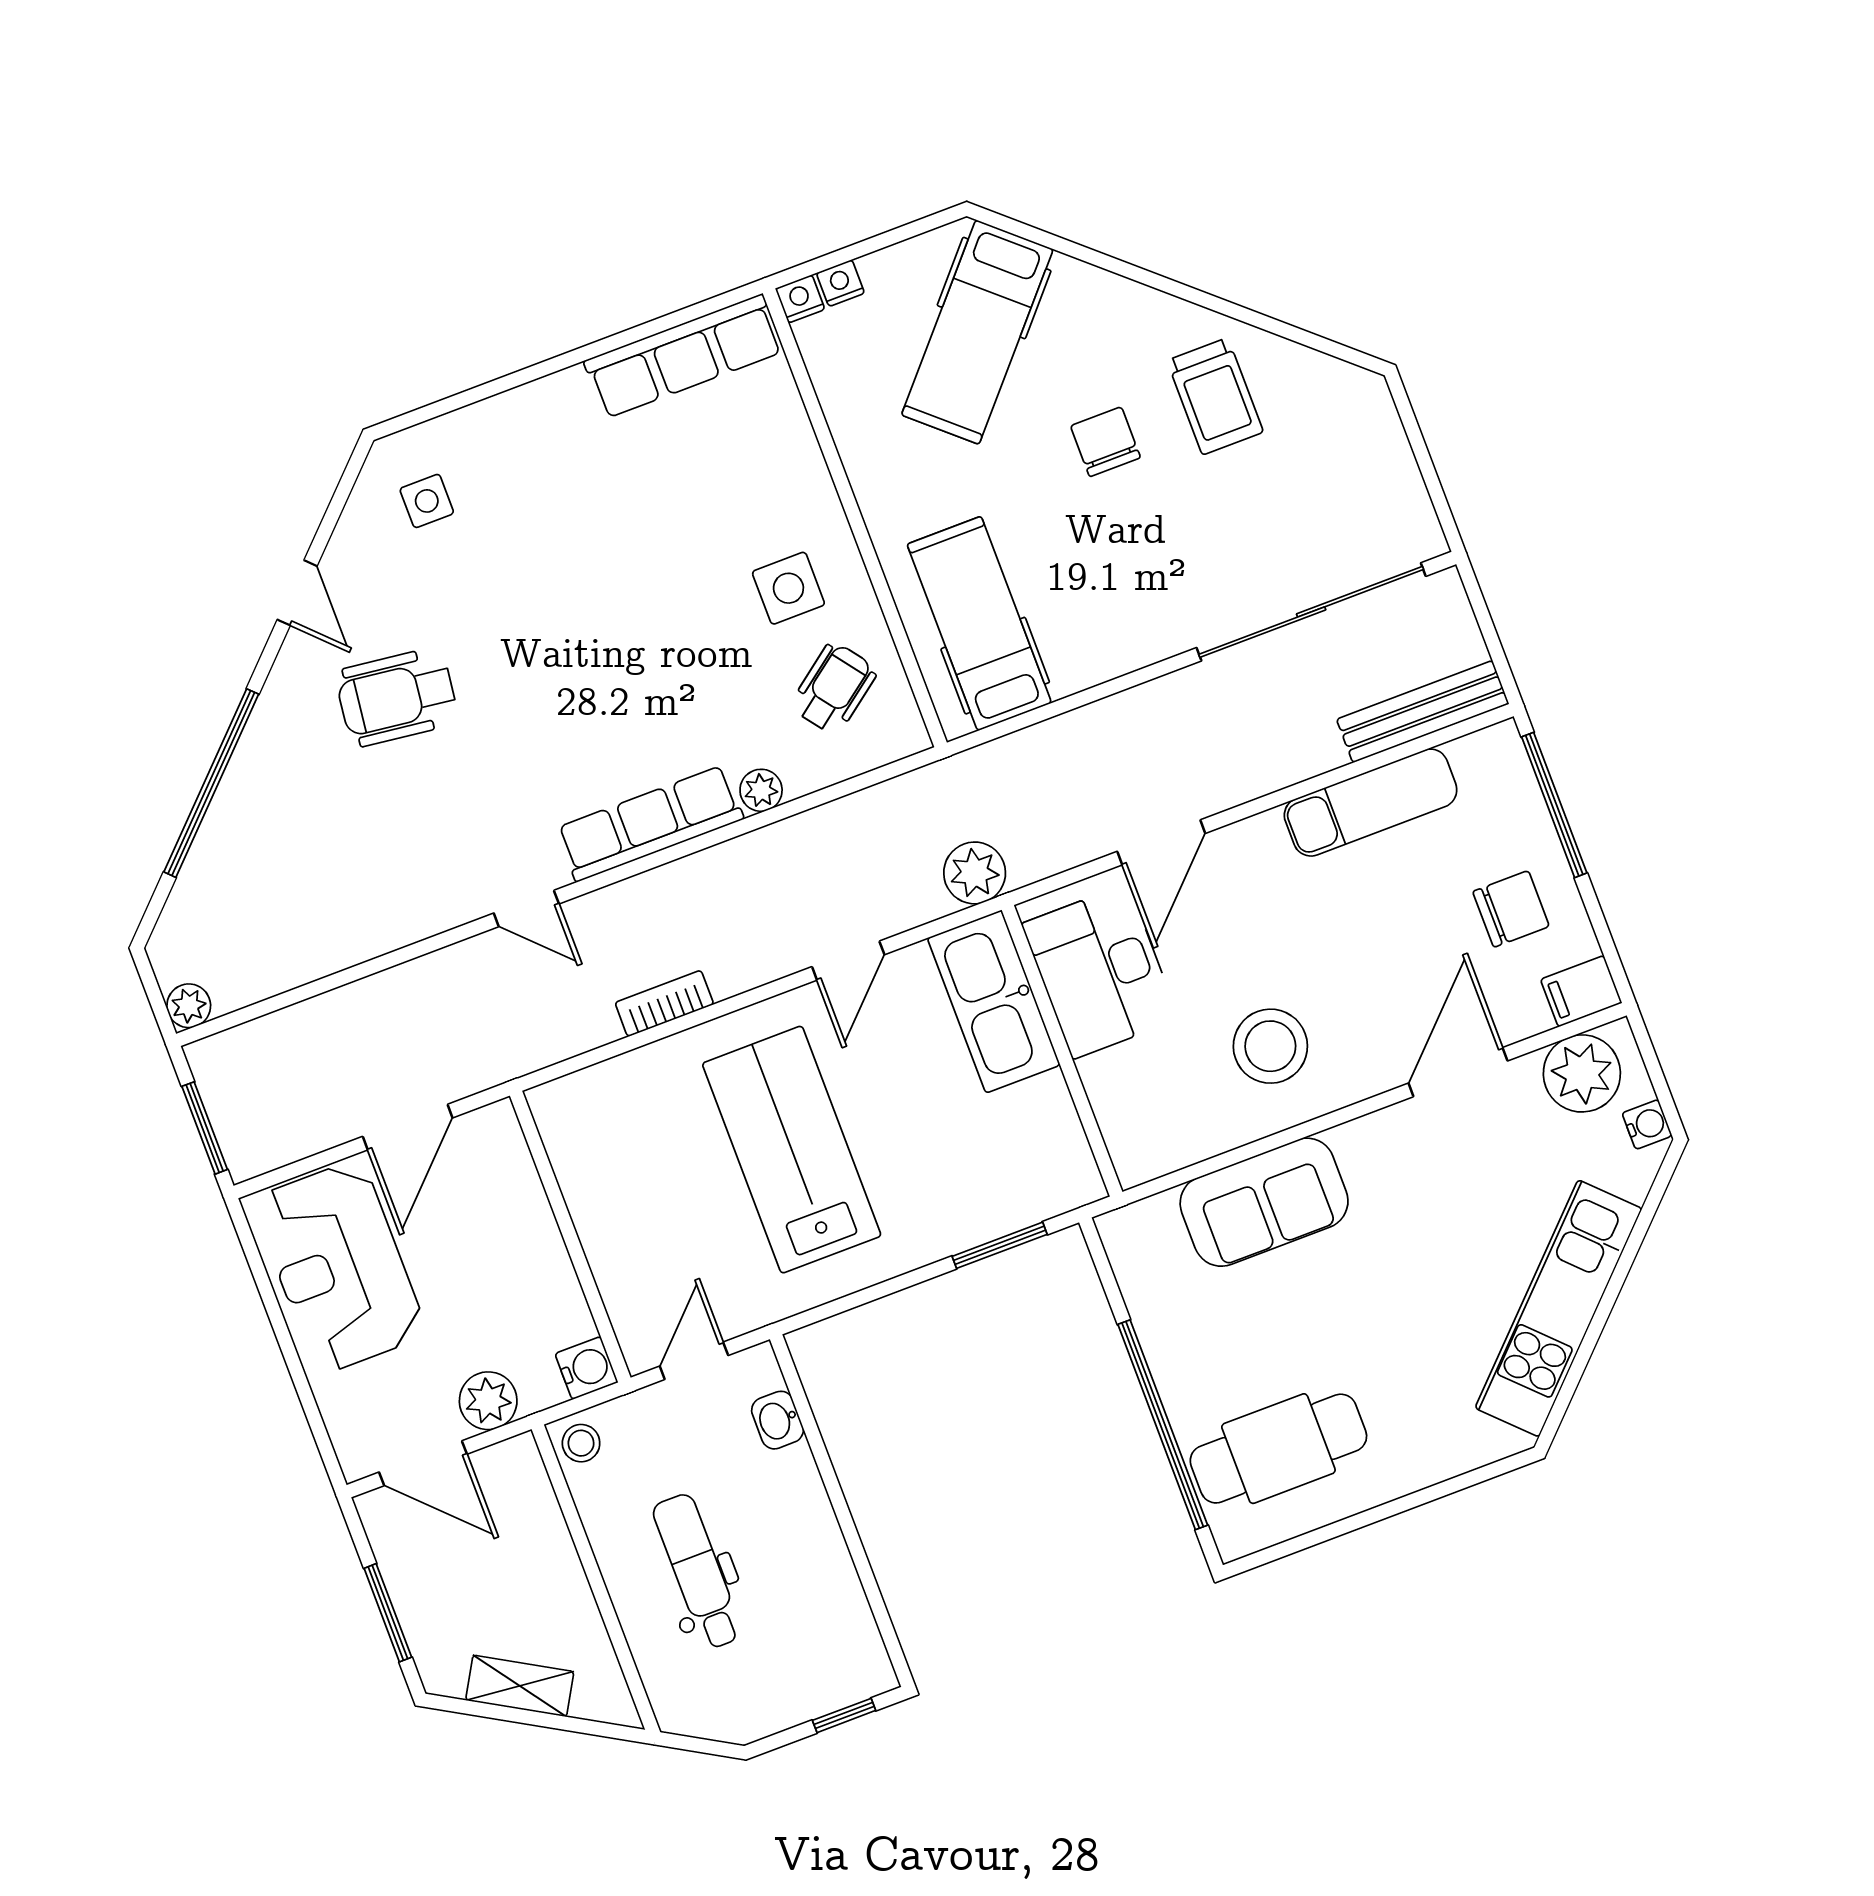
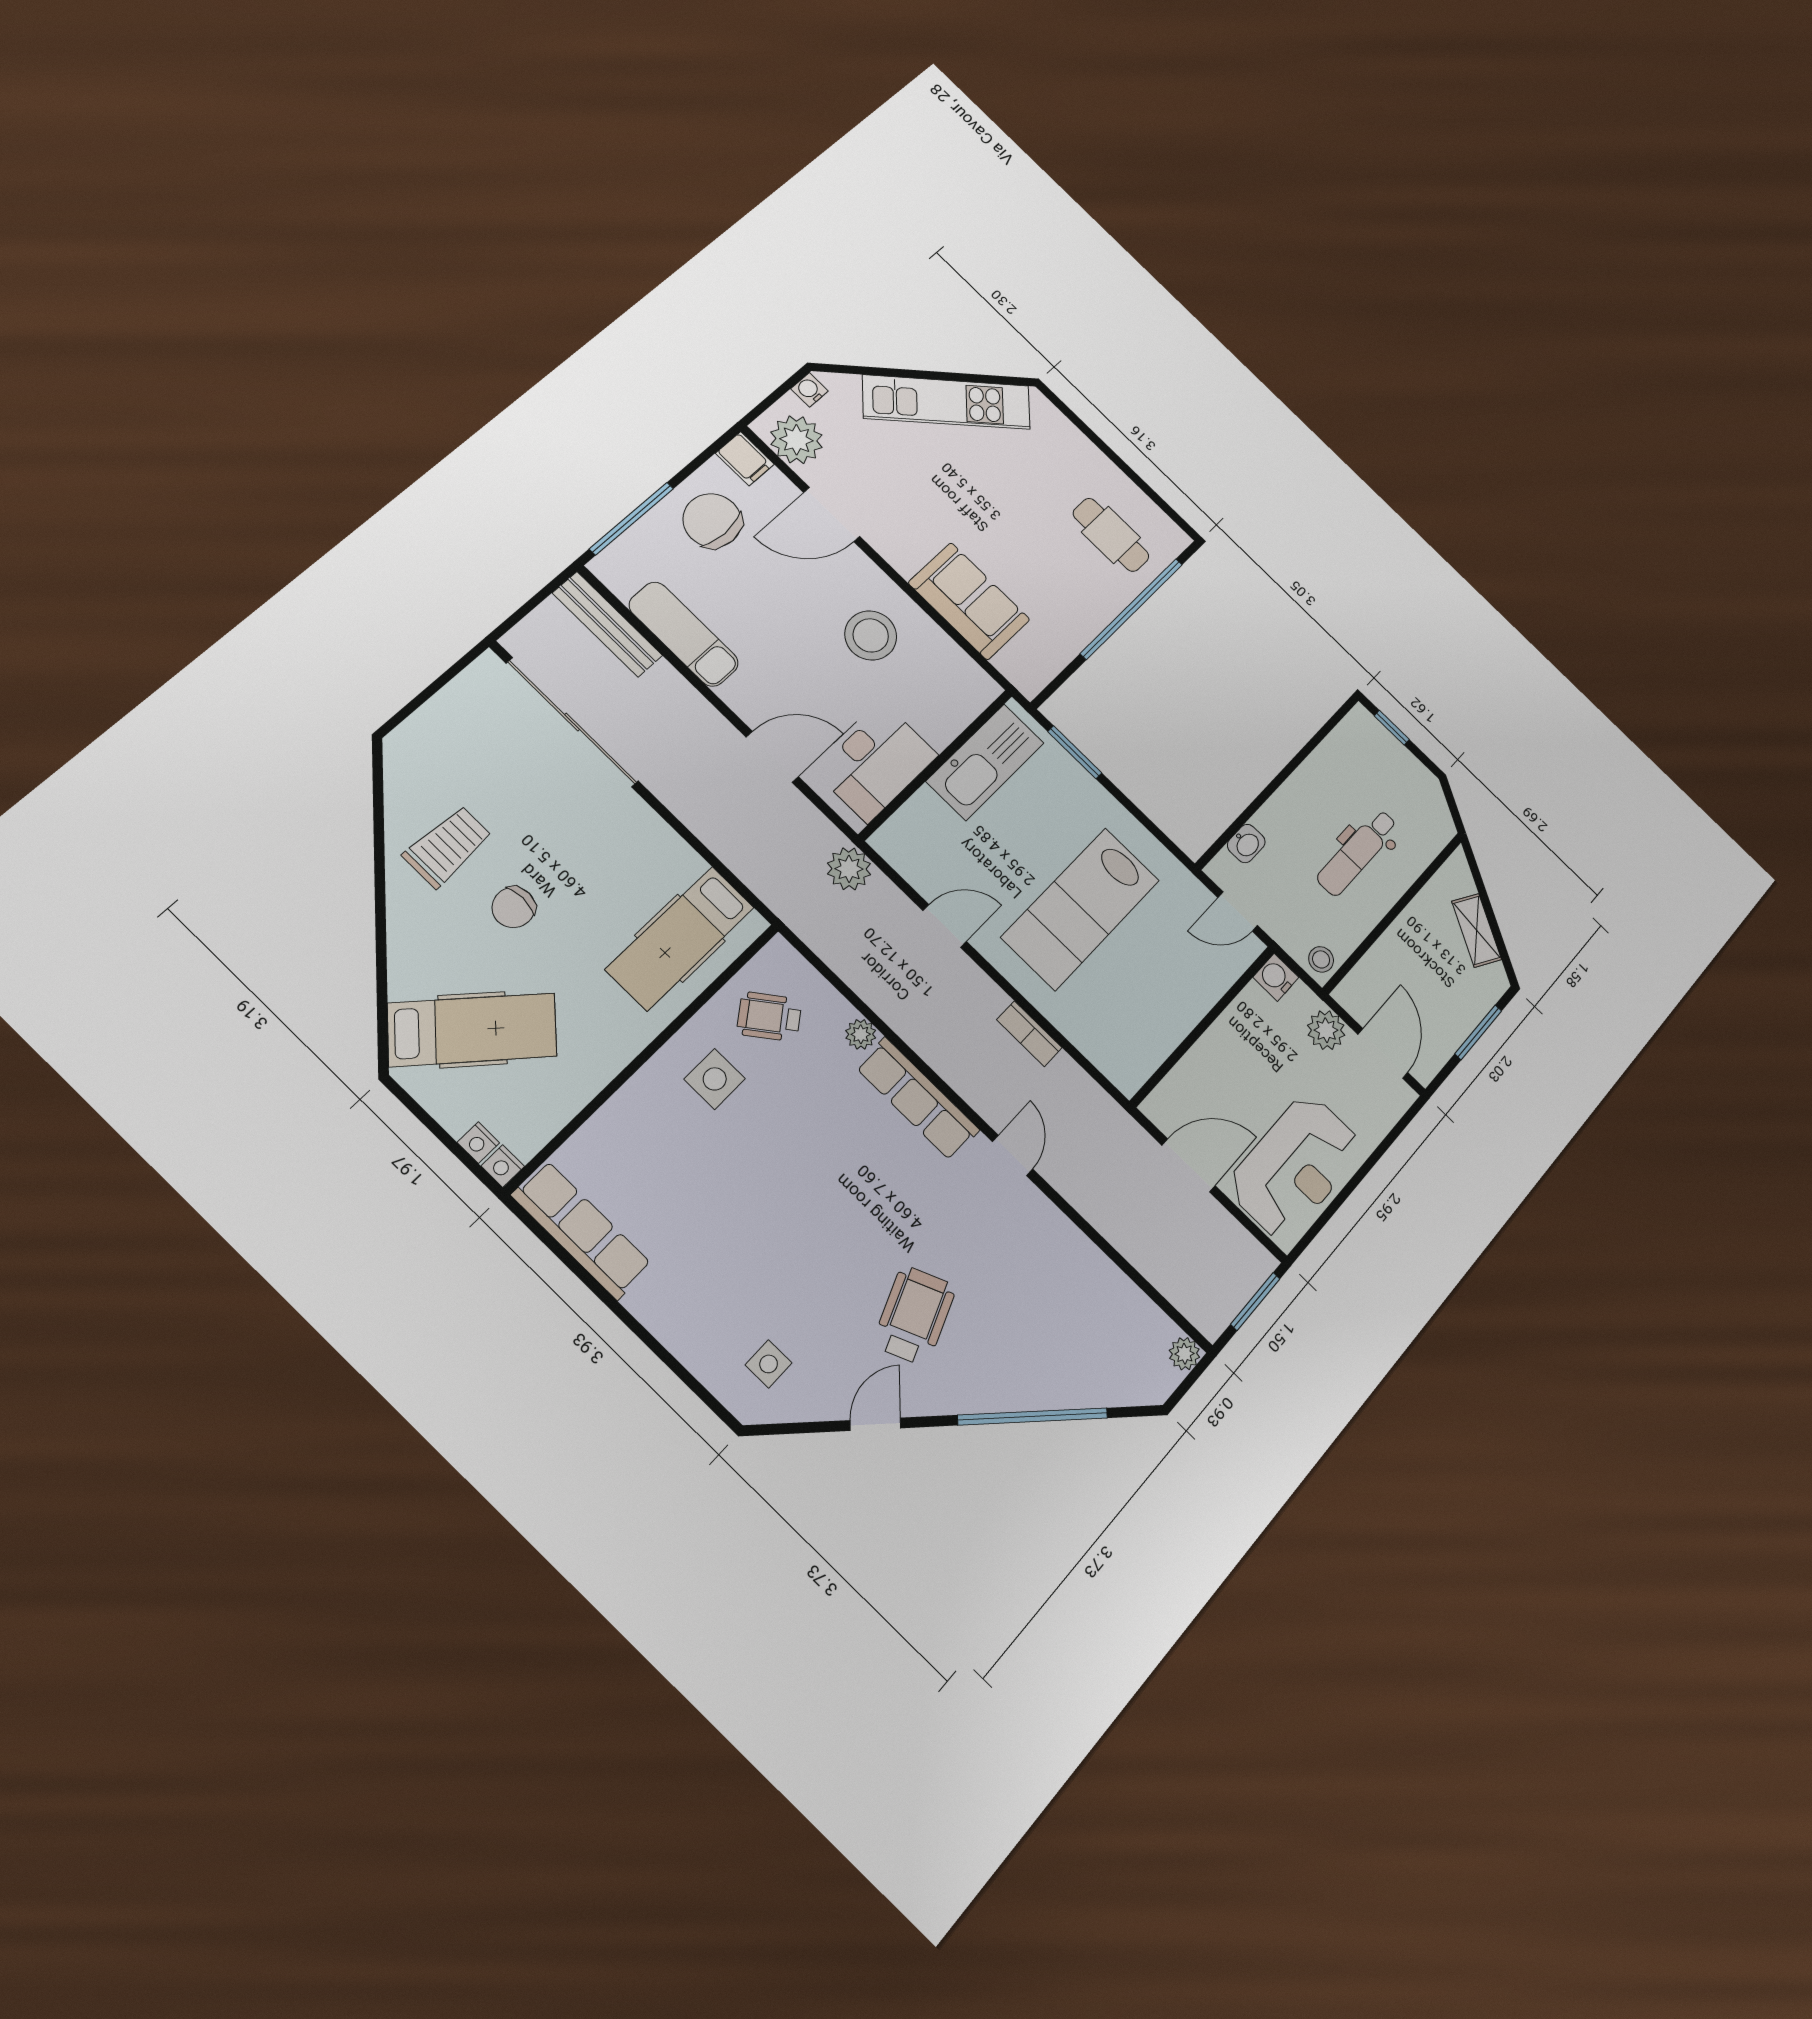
wheelchair: (397, 697) -> (914, 1316), turned -119
chair: (1511, 909) -> (712, 521), width x1.37, depth x1.37
kitchen sink: (994, 1001) -> (985, 762), moved
cafe table: (1278, 1449) -> (1111, 535), width x0.73, depth x0.74

